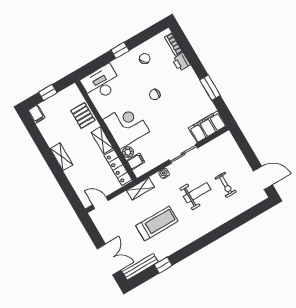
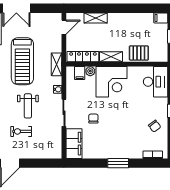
printer: (181, 62) -> (136, 153), removed
window: (210, 88) -> (118, 163), moved
chair: (155, 95) -> (93, 118), moved
shelving: (61, 157) -> (96, 18), moved
treadmill: (157, 223) -> (22, 61), width x1.37, depth x1.38

